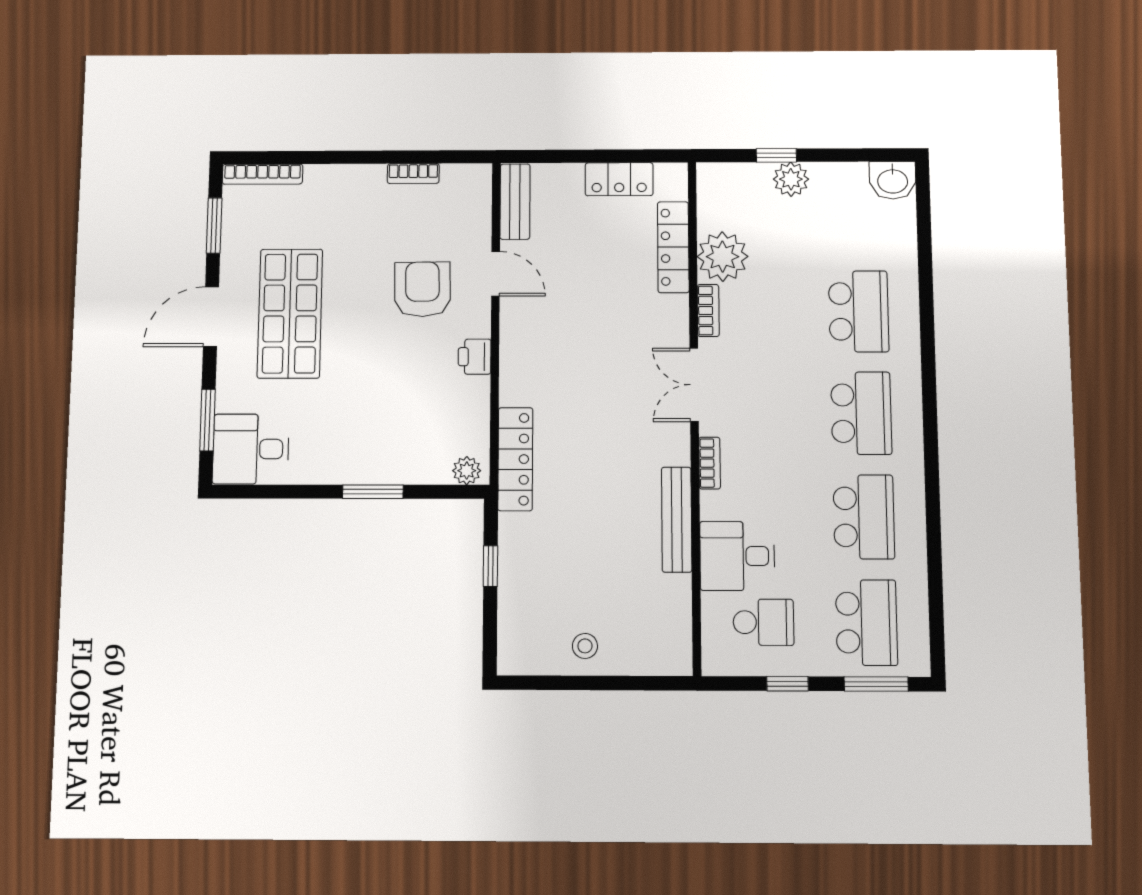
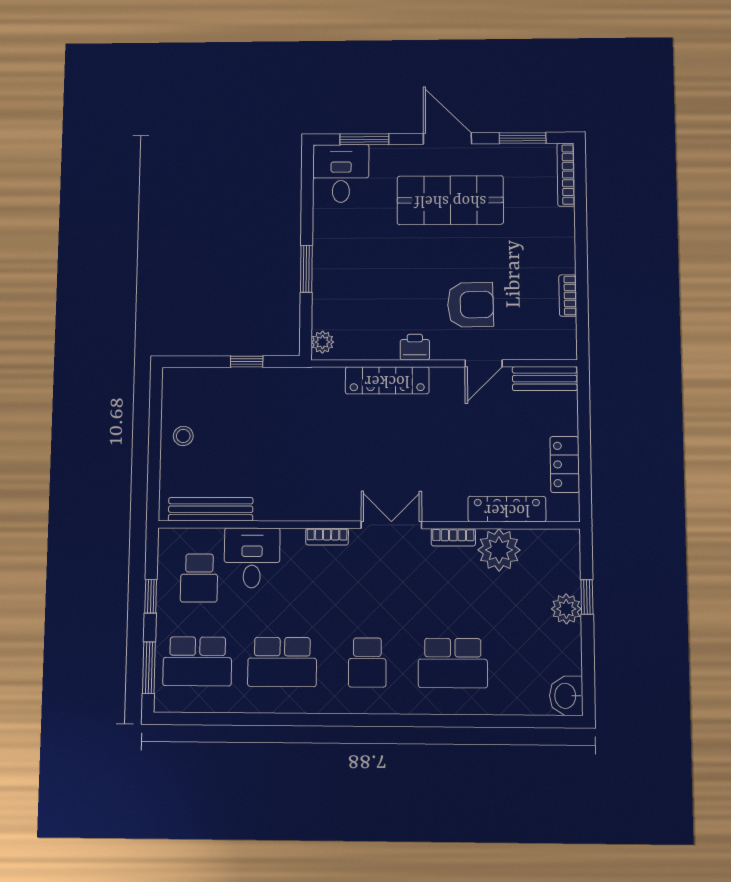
school desk: (861, 413) -> (367, 662), width x0.54
locker: (515, 459) -> (387, 380), moved
bench: (677, 520) -> (211, 509), moved

